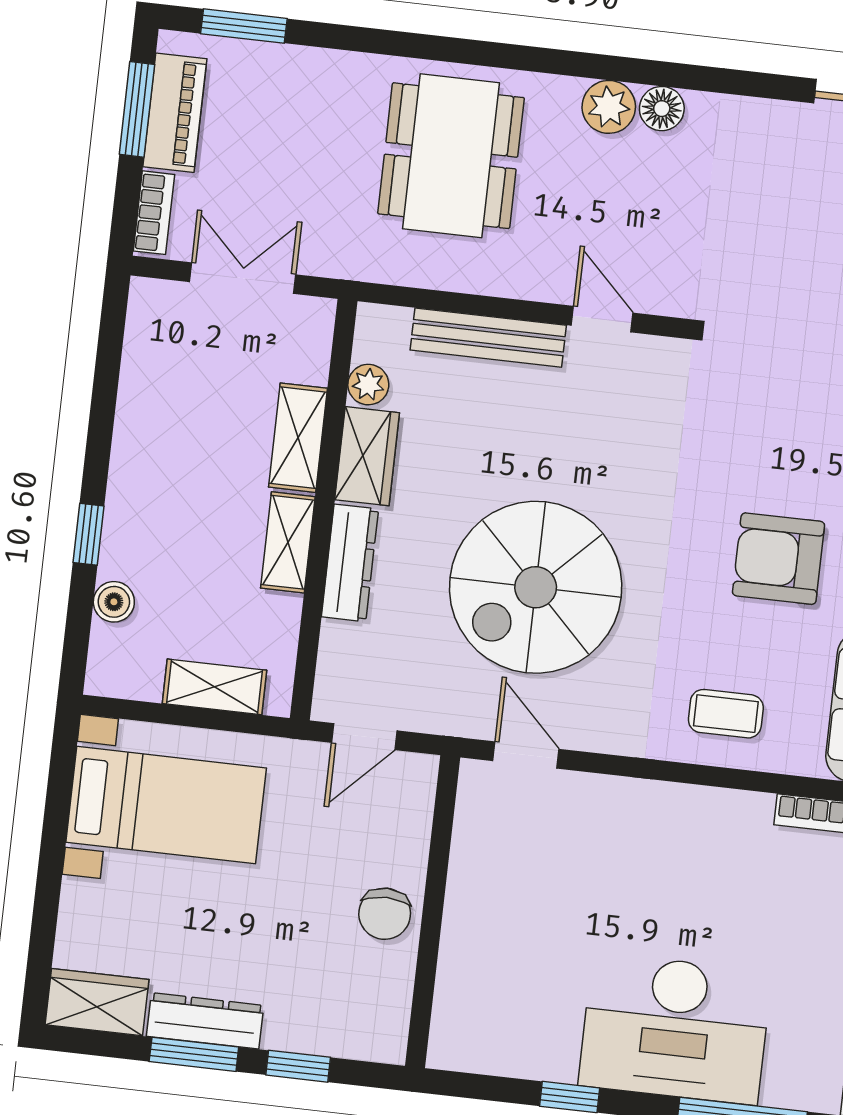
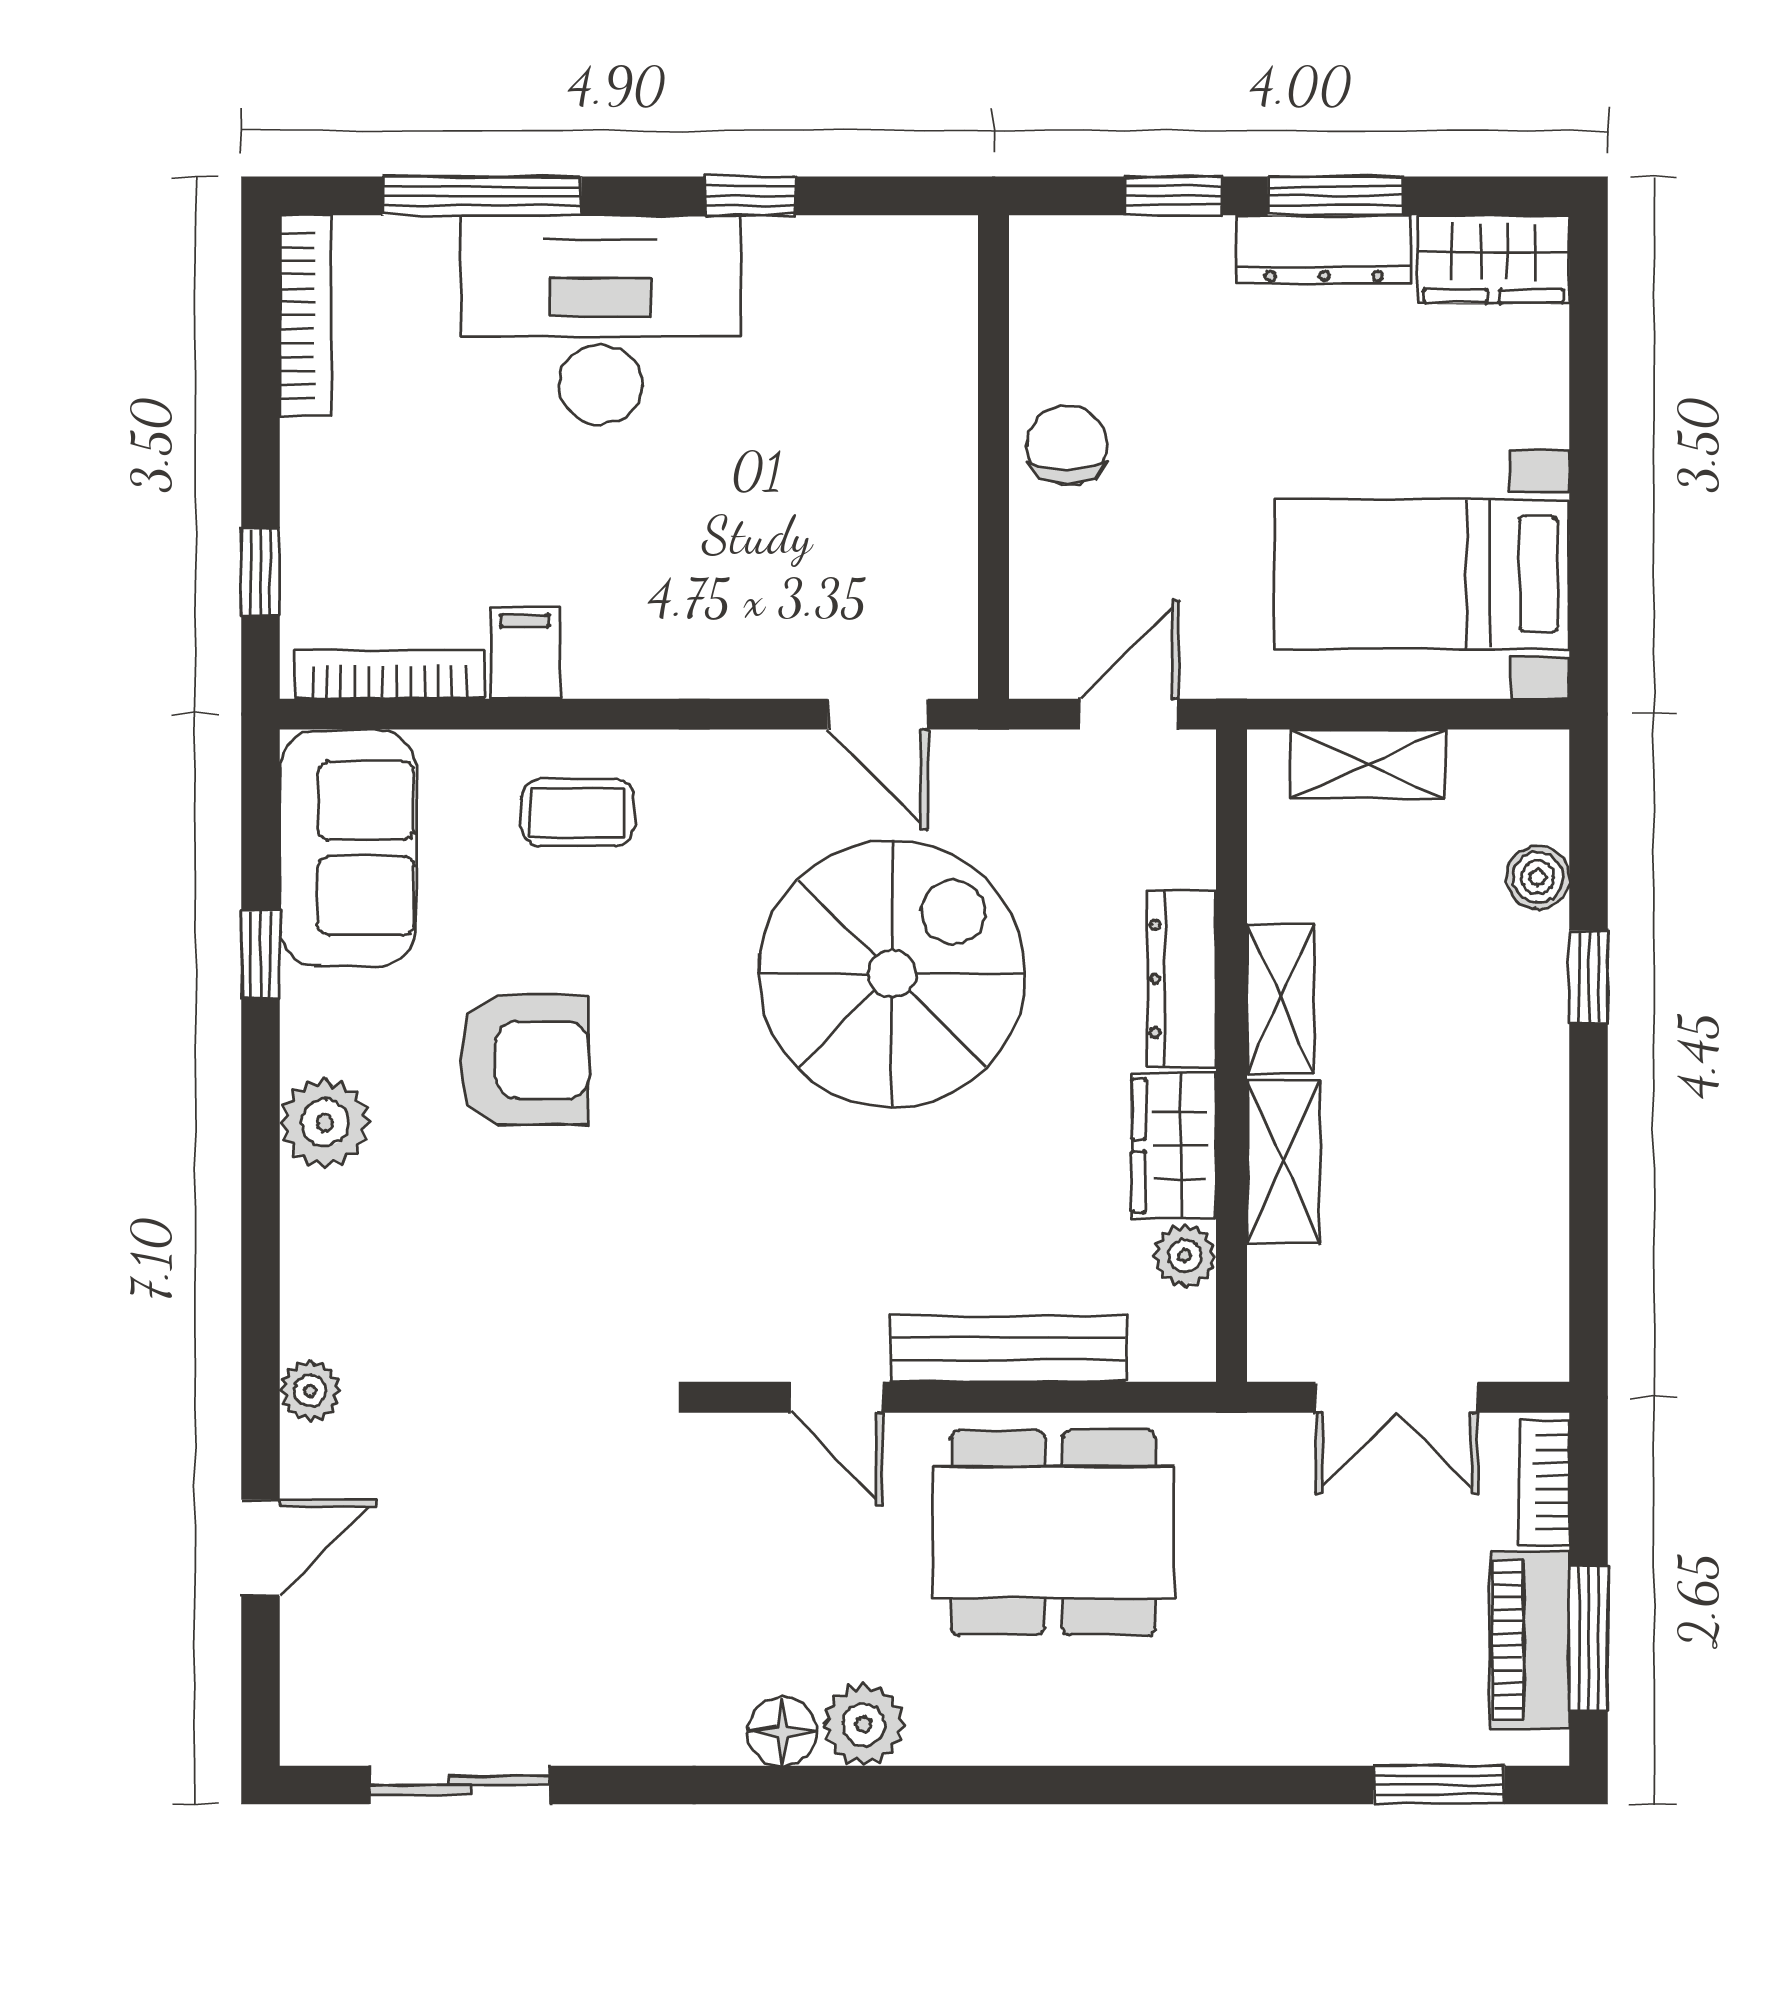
dining table: (451, 156) -> (1054, 1532), moved, turned 90
filing cabinet: (748, 820) -> (525, 653), added

